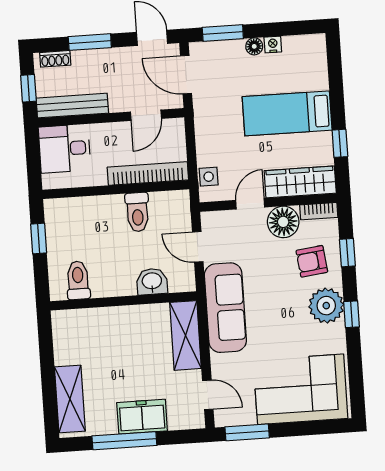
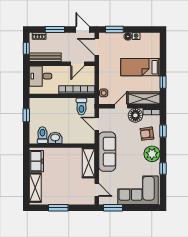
toilet: (137, 212) -> (81, 107), moved
washbasin: (152, 282) -> (55, 138), moved
window: (352, 314) -> (163, 168), moved
freezer: (142, 417) -> (36, 161), moved, turned 90
window: (124, 441) -> (58, 208), width x0.69

